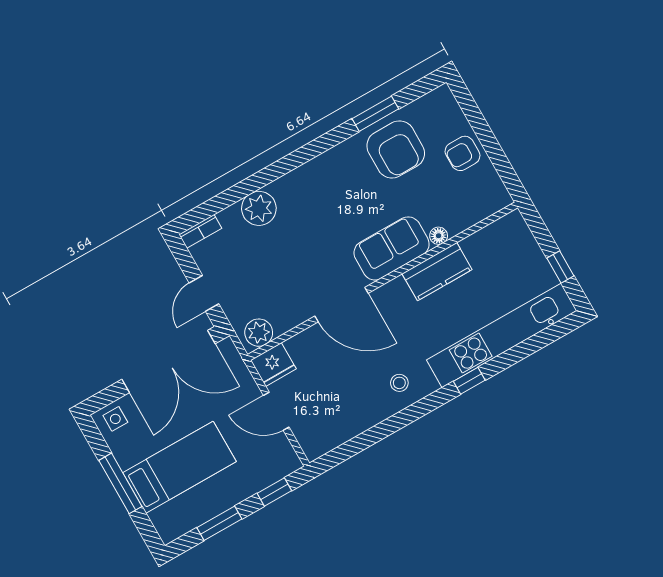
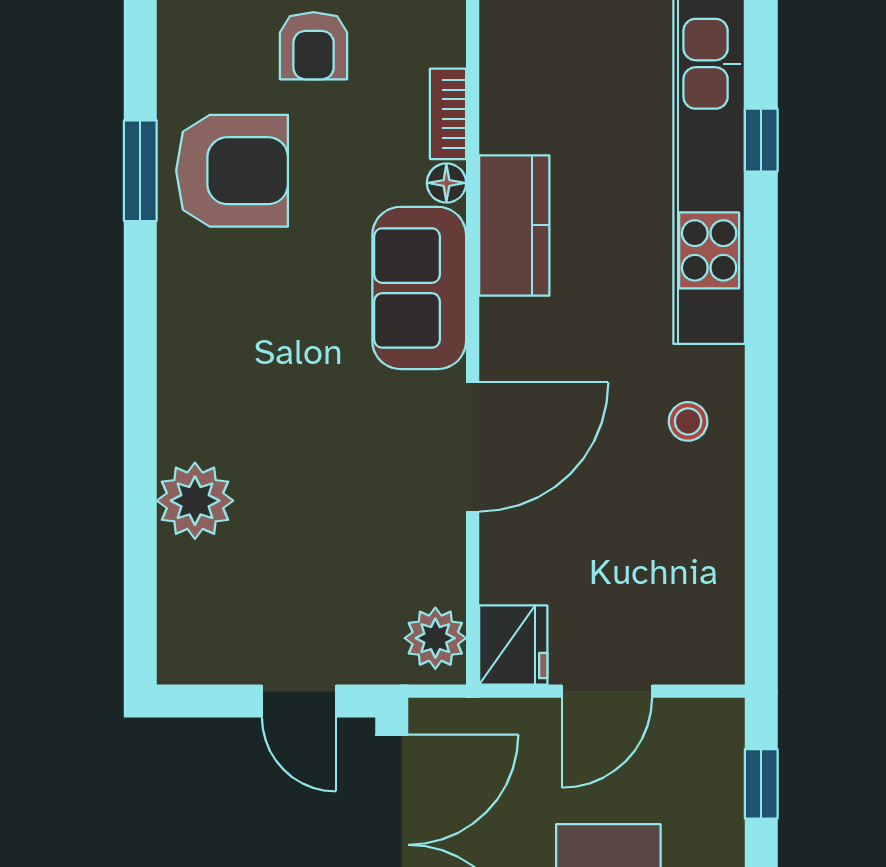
bookcase: (200, 231) -> (448, 114), moved, turned 180
window: (469, 381) -> (761, 140), moved

